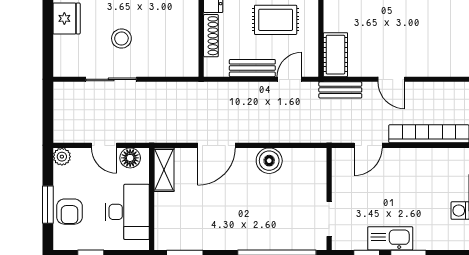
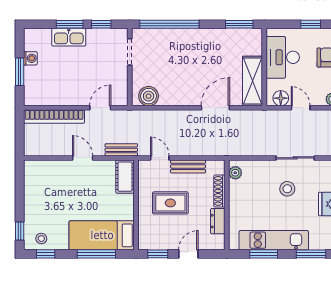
plant: (190, 60) -> (235, 173), added
door: (289, 79) -> (160, 158), swing flipped
boiler: (269, 161) -> (149, 96), moved
shelving: (164, 170) -> (253, 81), width x1.50, depth x1.33
kitchen sink: (390, 238) -> (69, 37), moved

